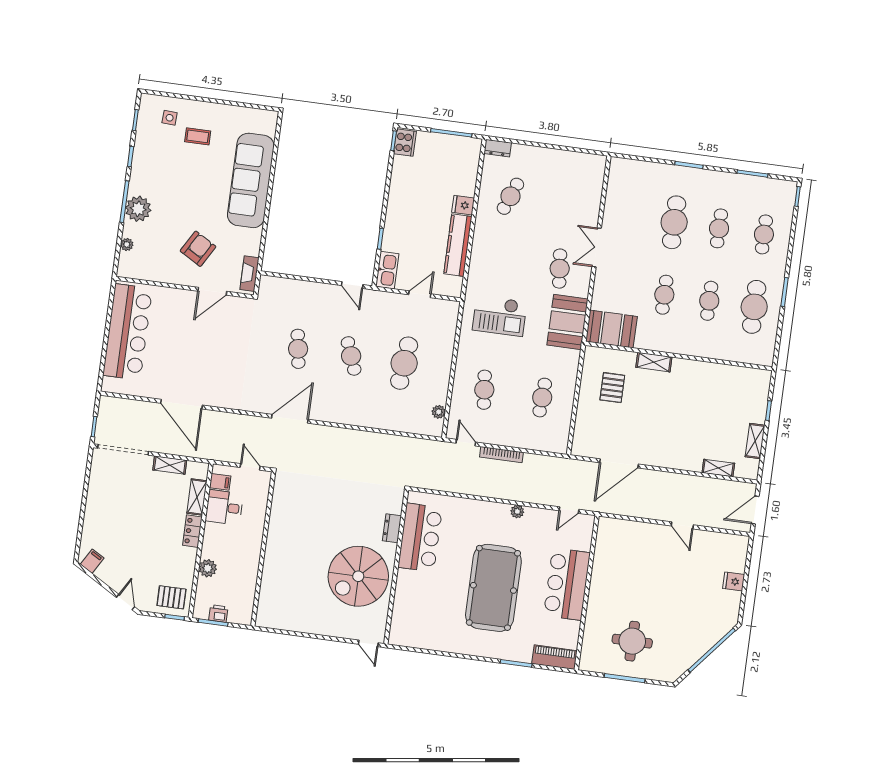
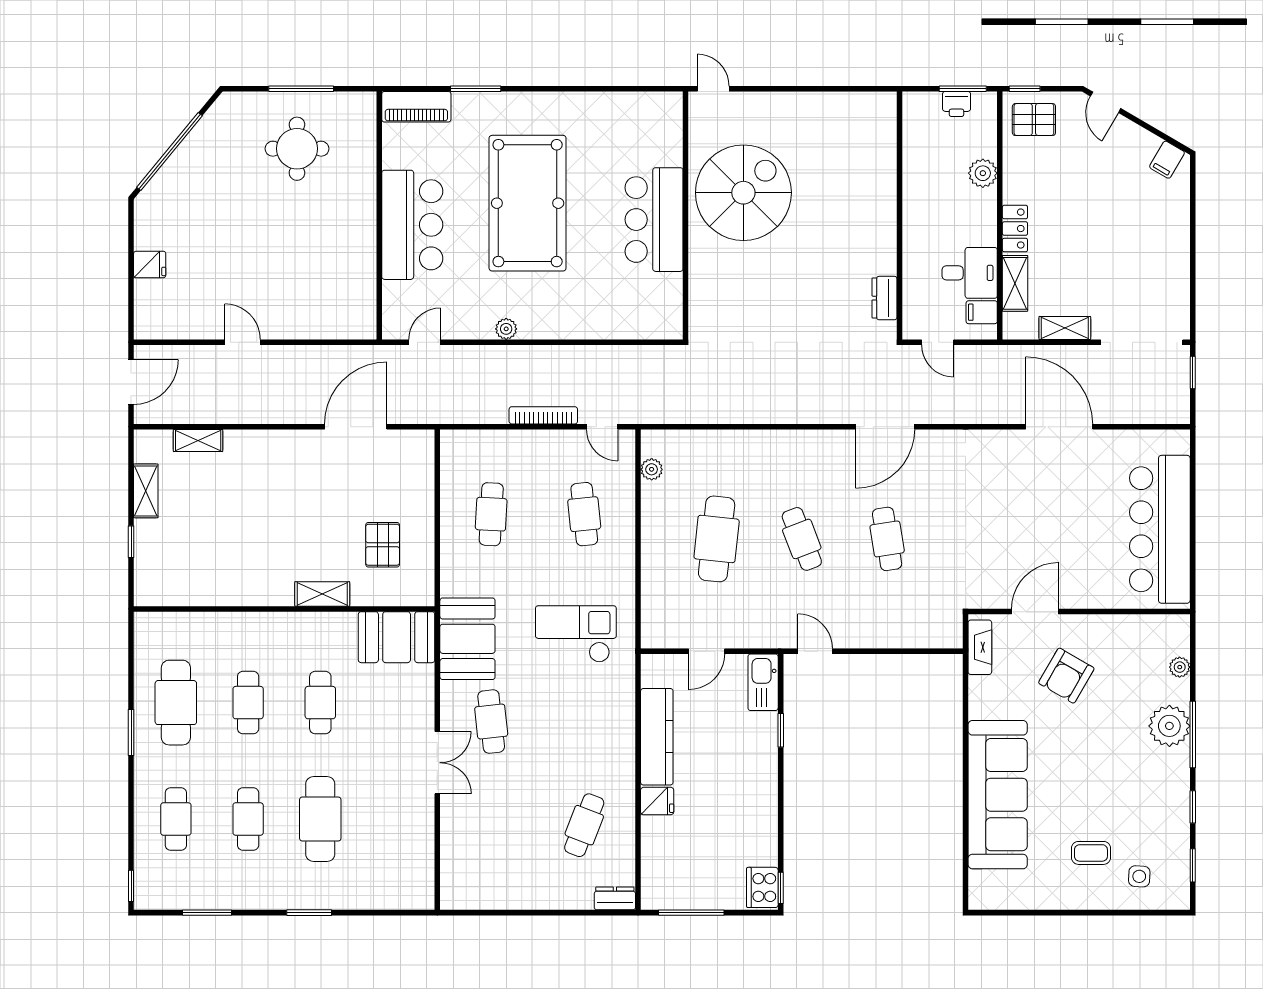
dresser: (392, 528) -> (885, 298), moved, turned 180
bar counter: (420, 538) -> (654, 220), moved

